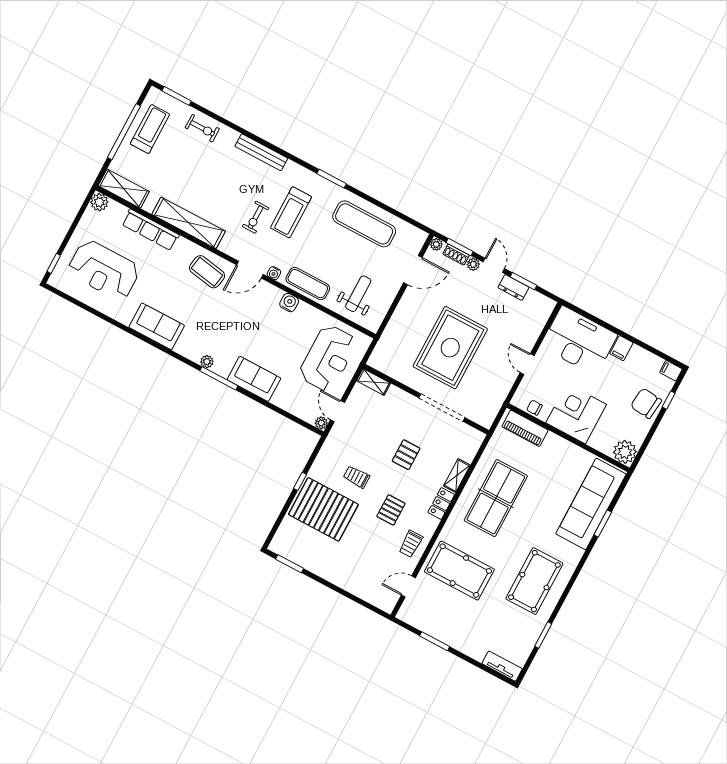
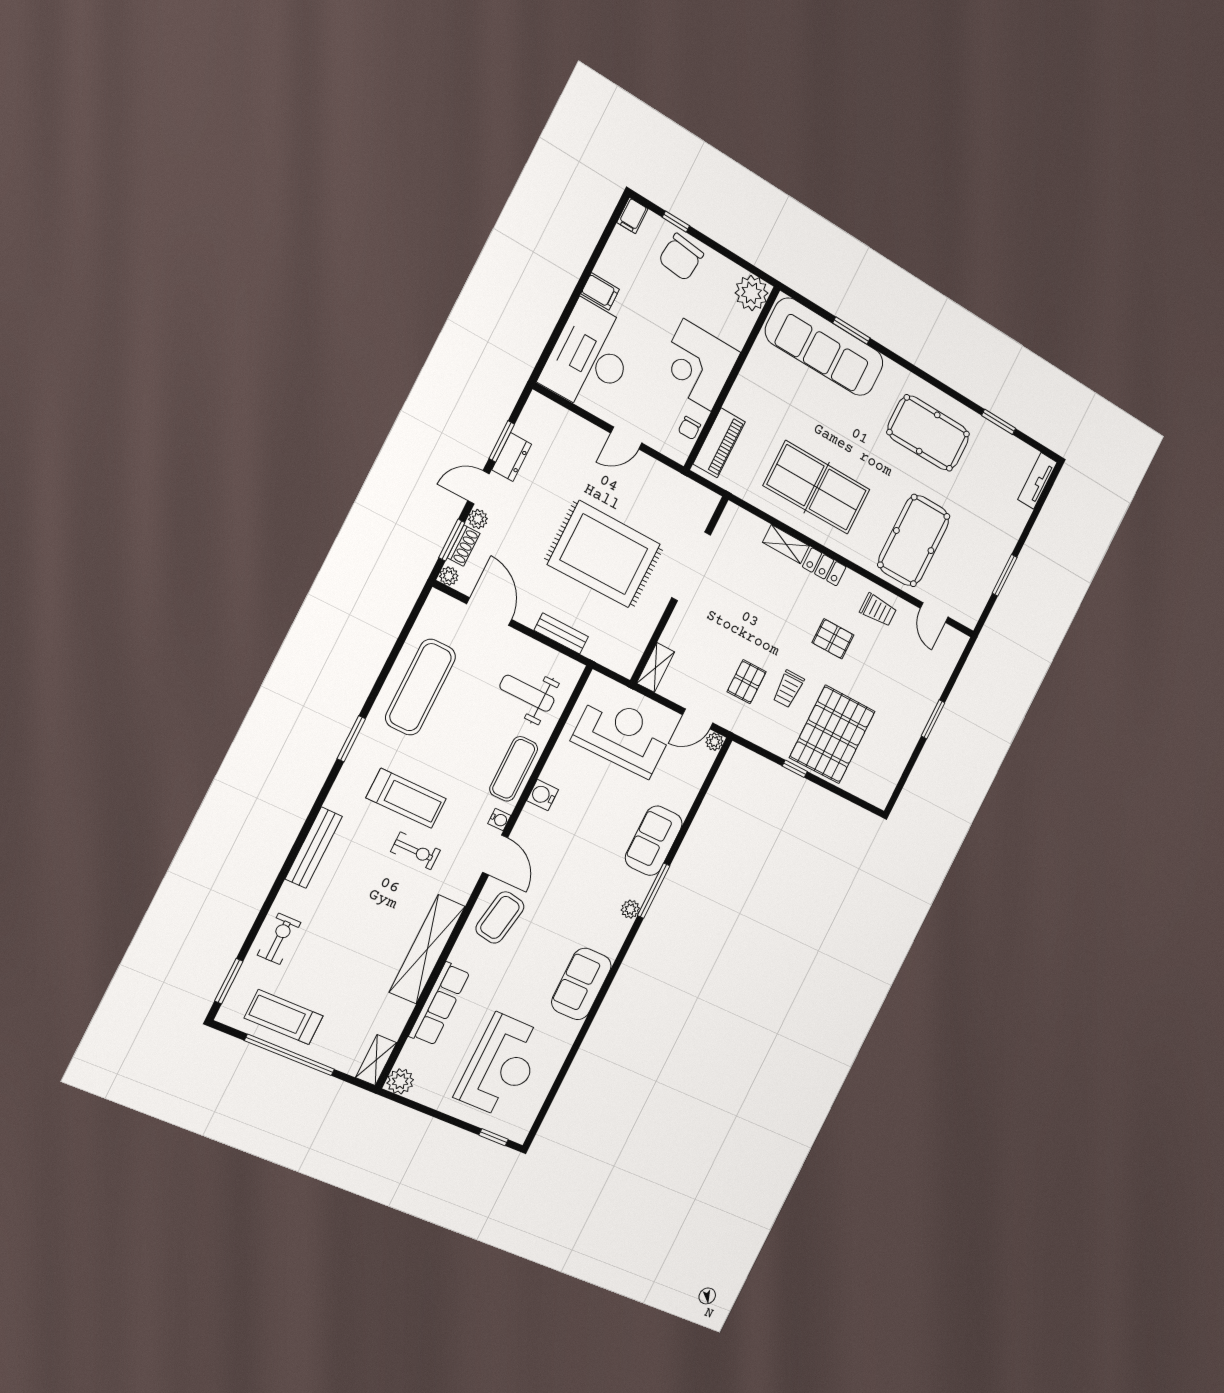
shelving: (124, 189) -> (376, 1060), width x0.67, depth x0.75
bench: (398, 318) -> (561, 633), added
pallet: (406, 455) -> (747, 682), moved, turned 90
window: (290, 564) -> (933, 719), moved

